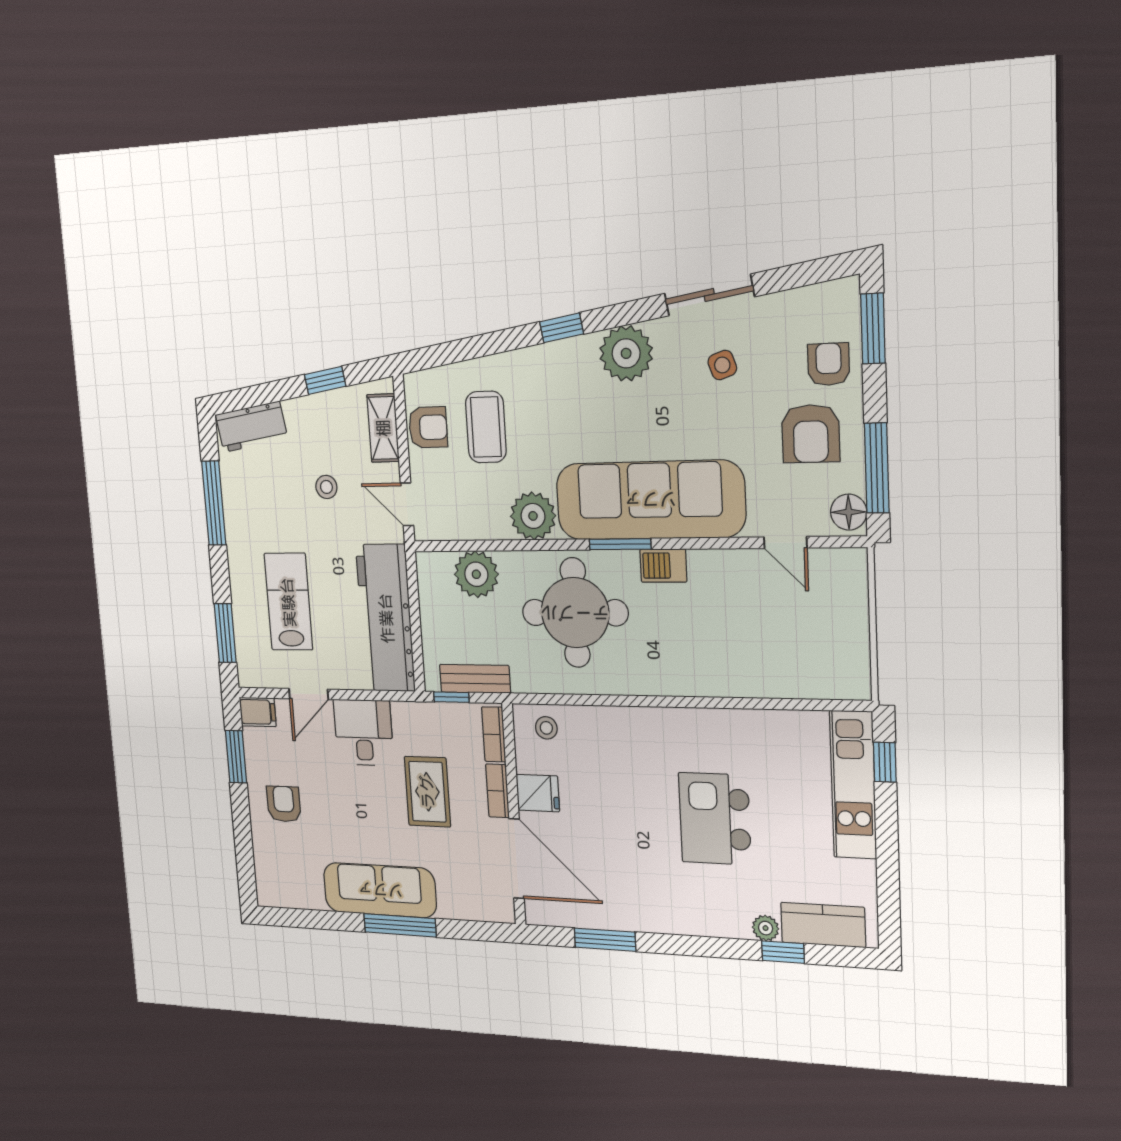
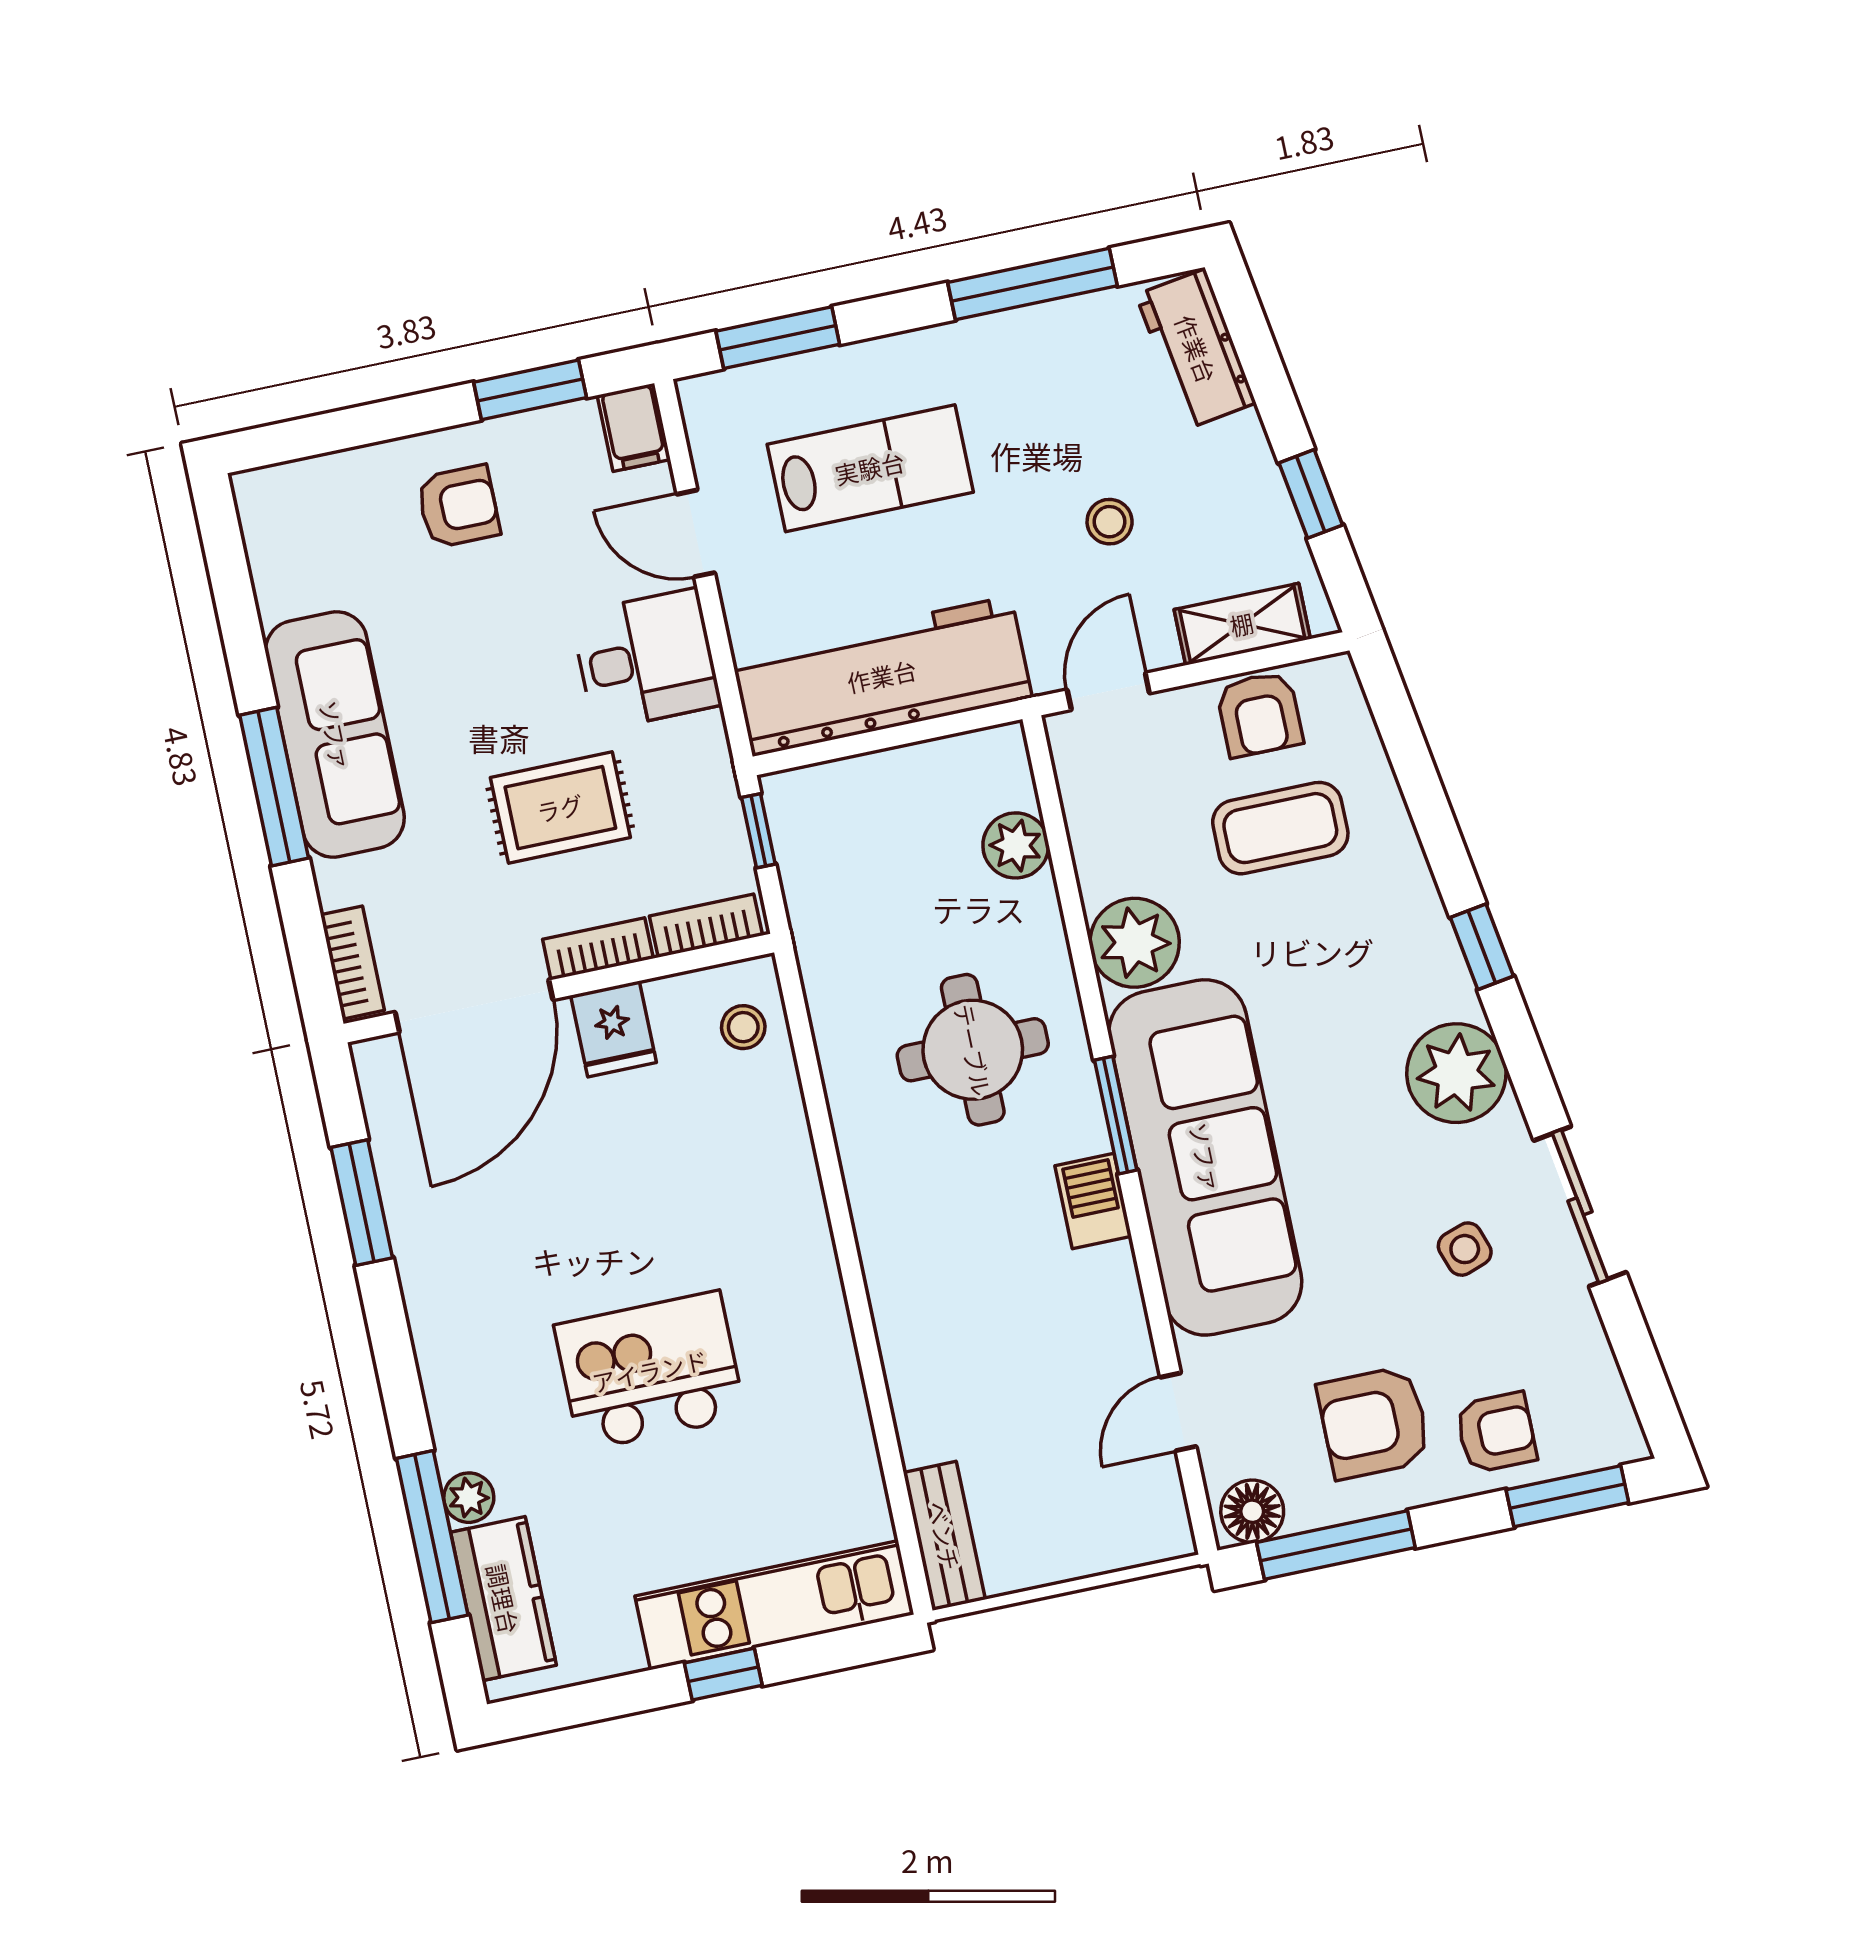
plant: (476, 574) -> (1016, 845), width x0.73, depth x0.73
round table: (575, 613) -> (973, 1050), width x0.73, depth x0.73
bench: (475, 679) -> (944, 1536), moved
window: (885, 762) -> (723, 1674), moved
bookcase: (487, 912) -> (352, 963), added
window: (783, 952) -> (432, 1537), width x2.17

